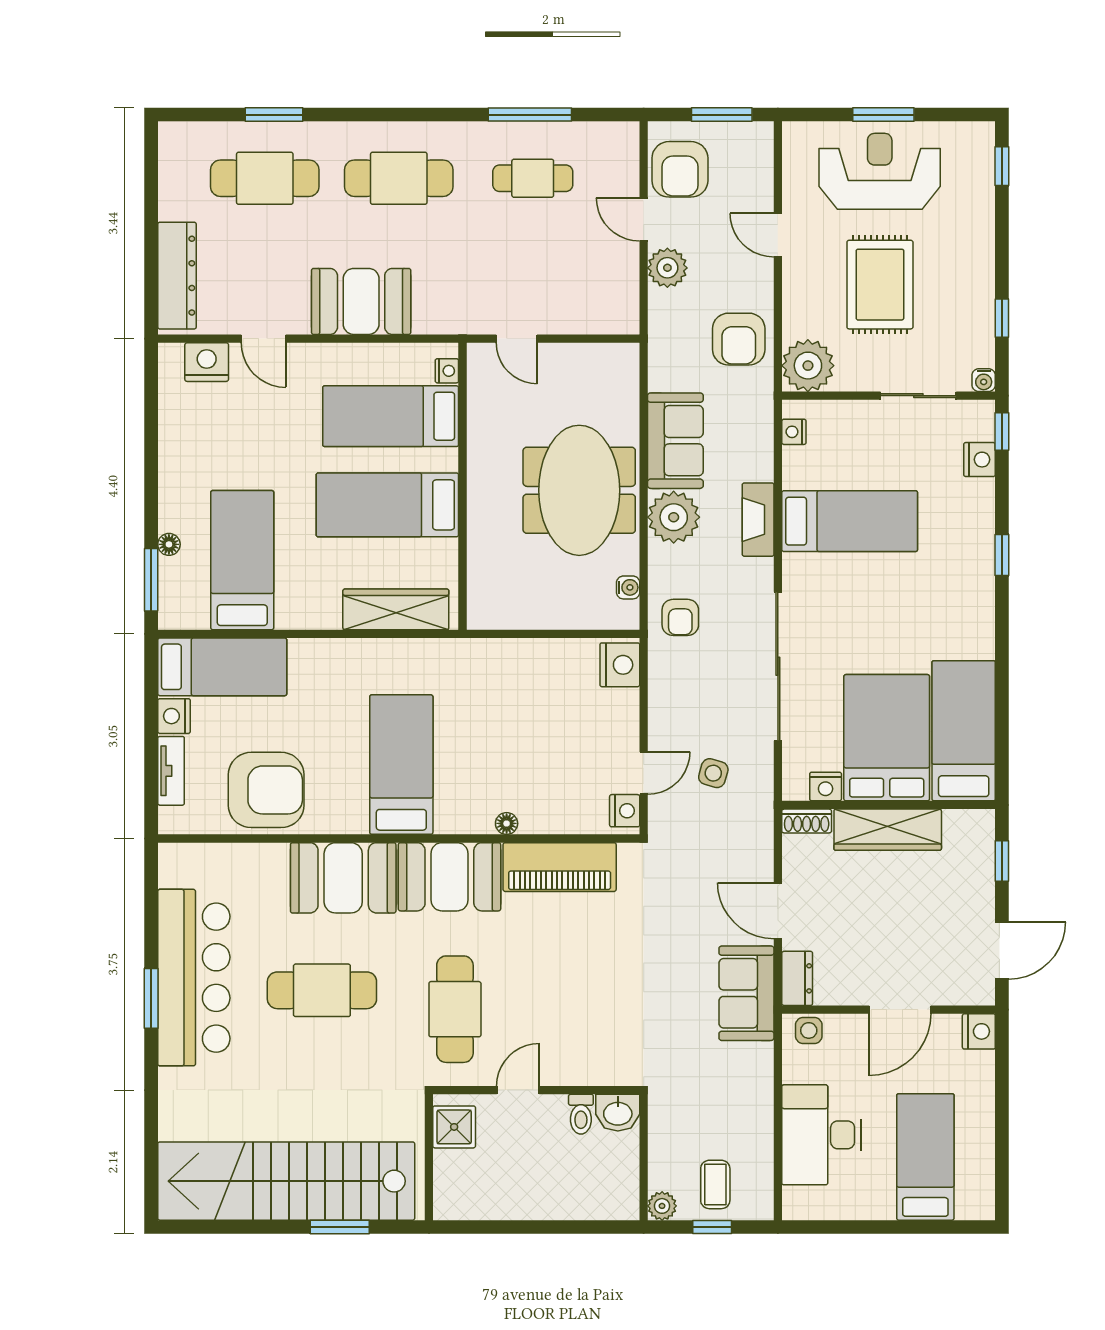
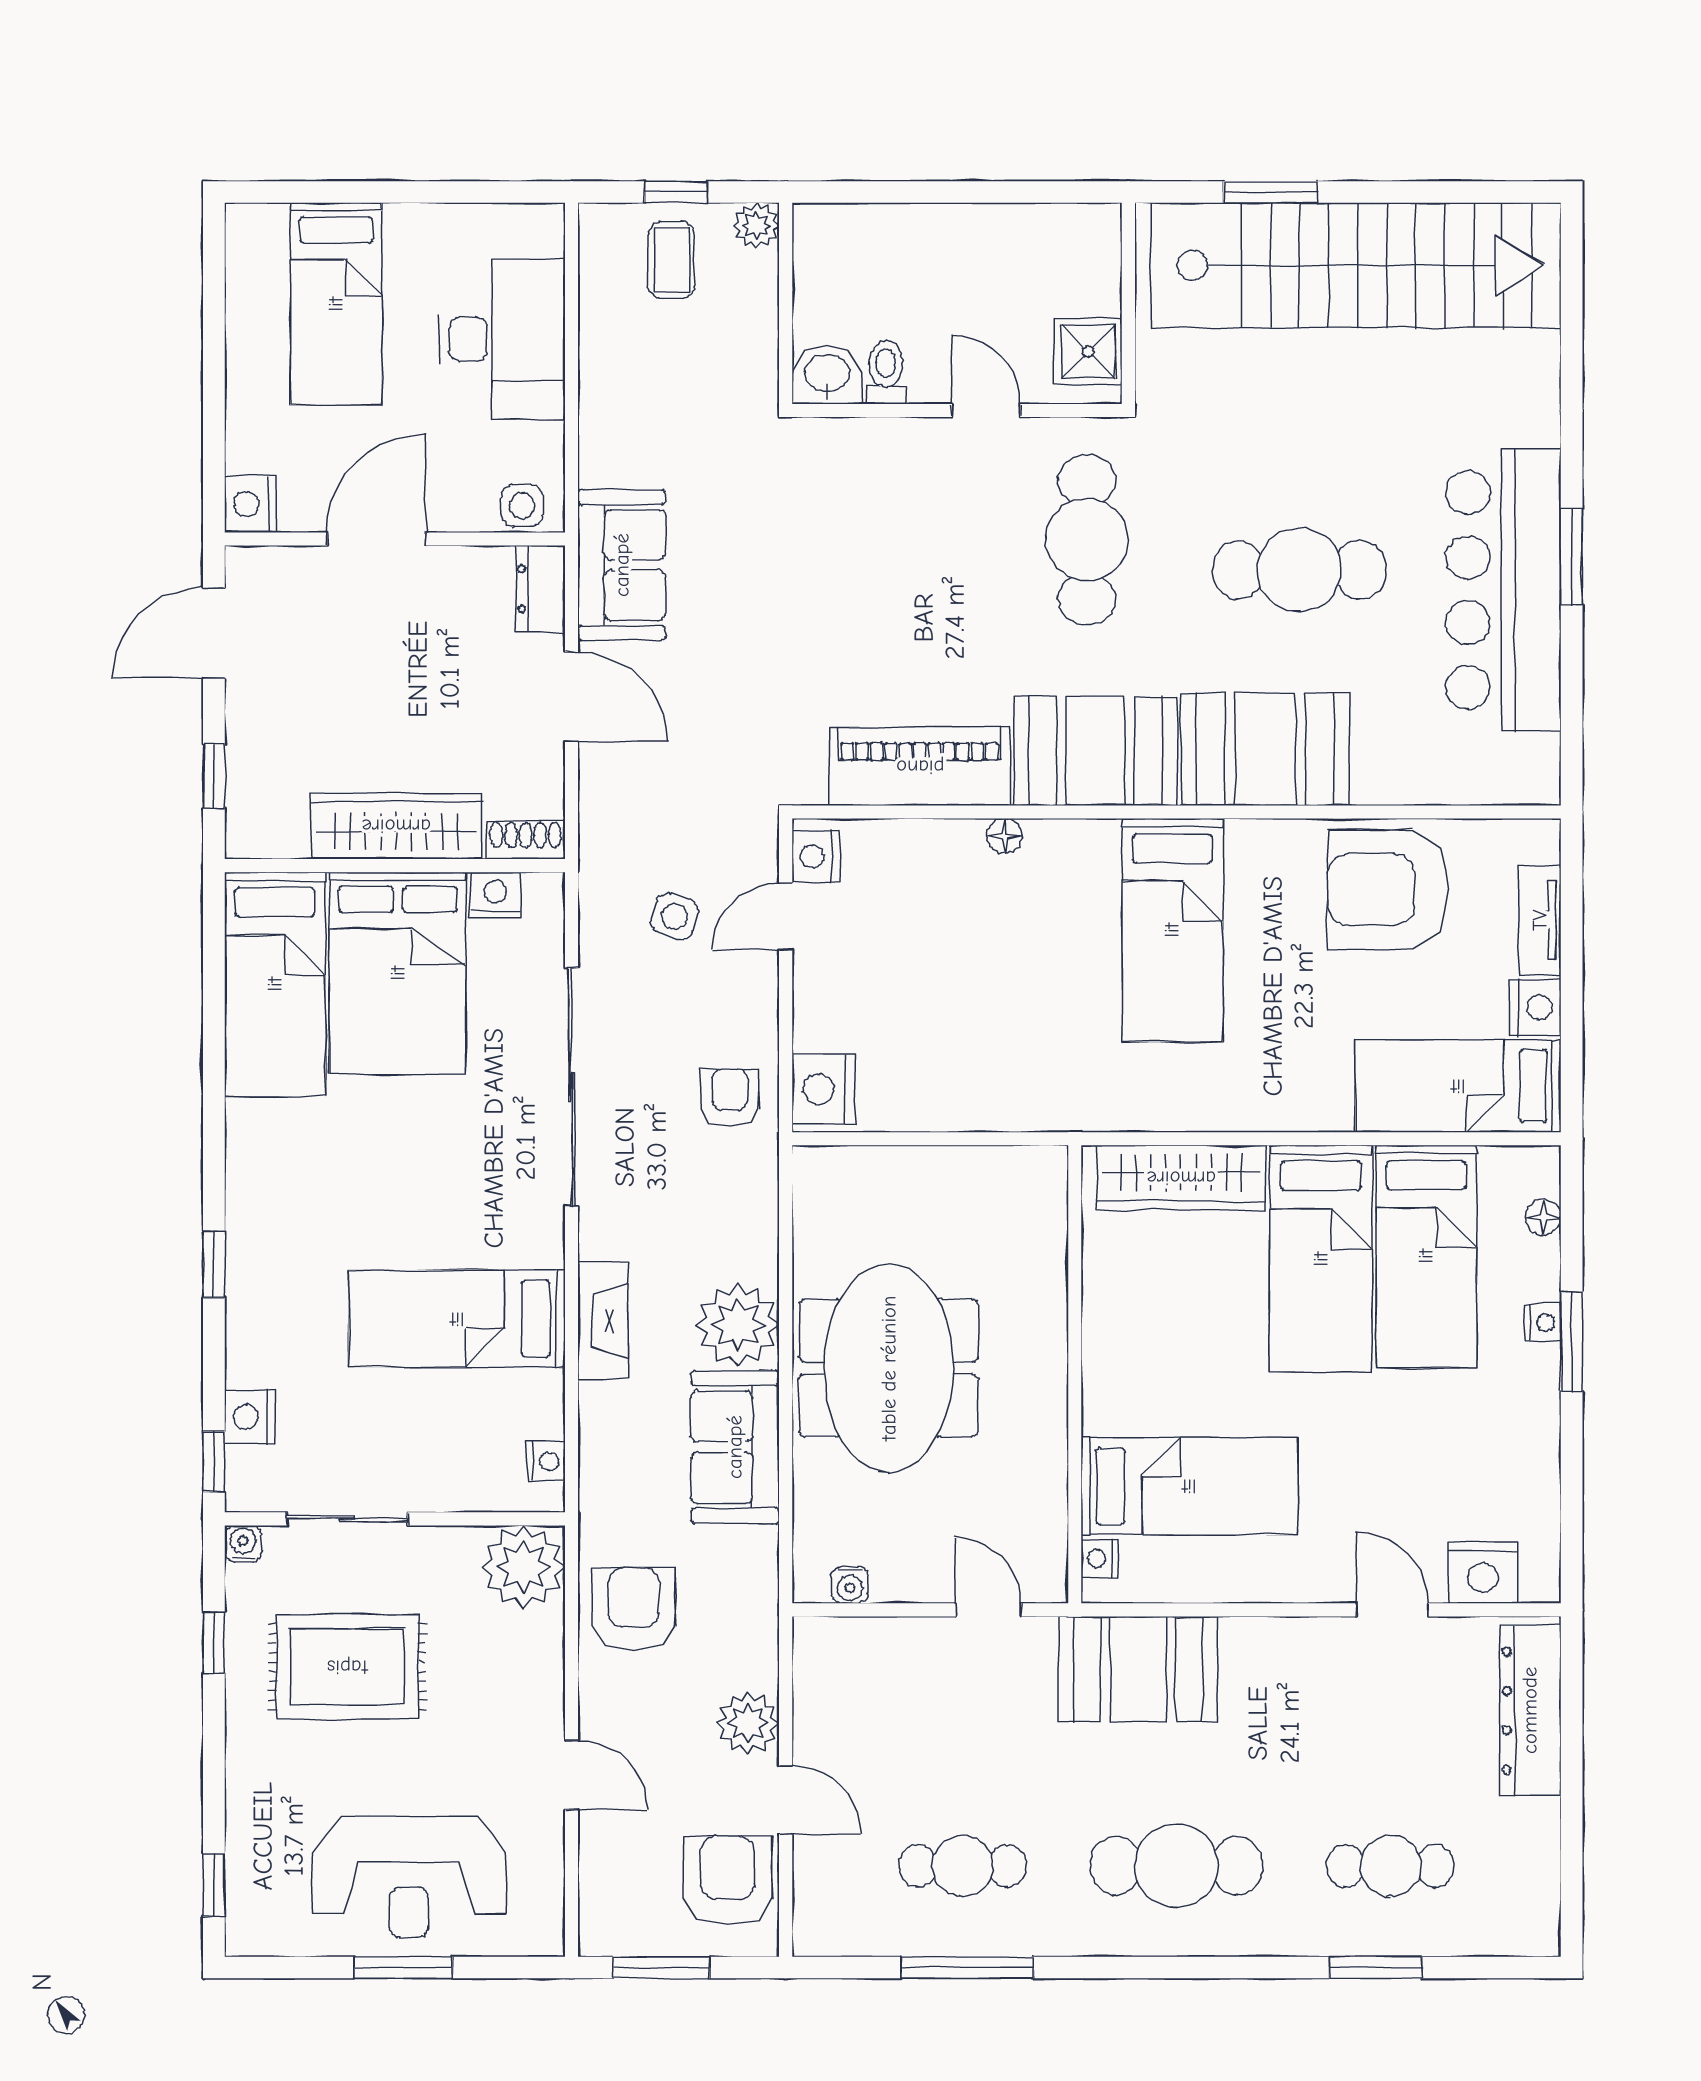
cafe table: (265, 178) -> (1390, 1866), width x0.73, depth x0.74
rug: (880, 285) -> (347, 1667), moved, turned 90
booth: (361, 301) -> (1138, 1669), moved
bed: (387, 505) -> (1321, 1259), moved, turned 90
nightstand: (169, 519) -> (1543, 1323), added
floor lamp: (169, 544) -> (1543, 1217), moved
window: (151, 580) -> (1572, 1342), moved
water cooler: (628, 587) -> (850, 1585), moved, turned -90
armchair: (680, 617) -> (730, 1098), moved
door: (518, 1090) -> (986, 410), swing flipped

